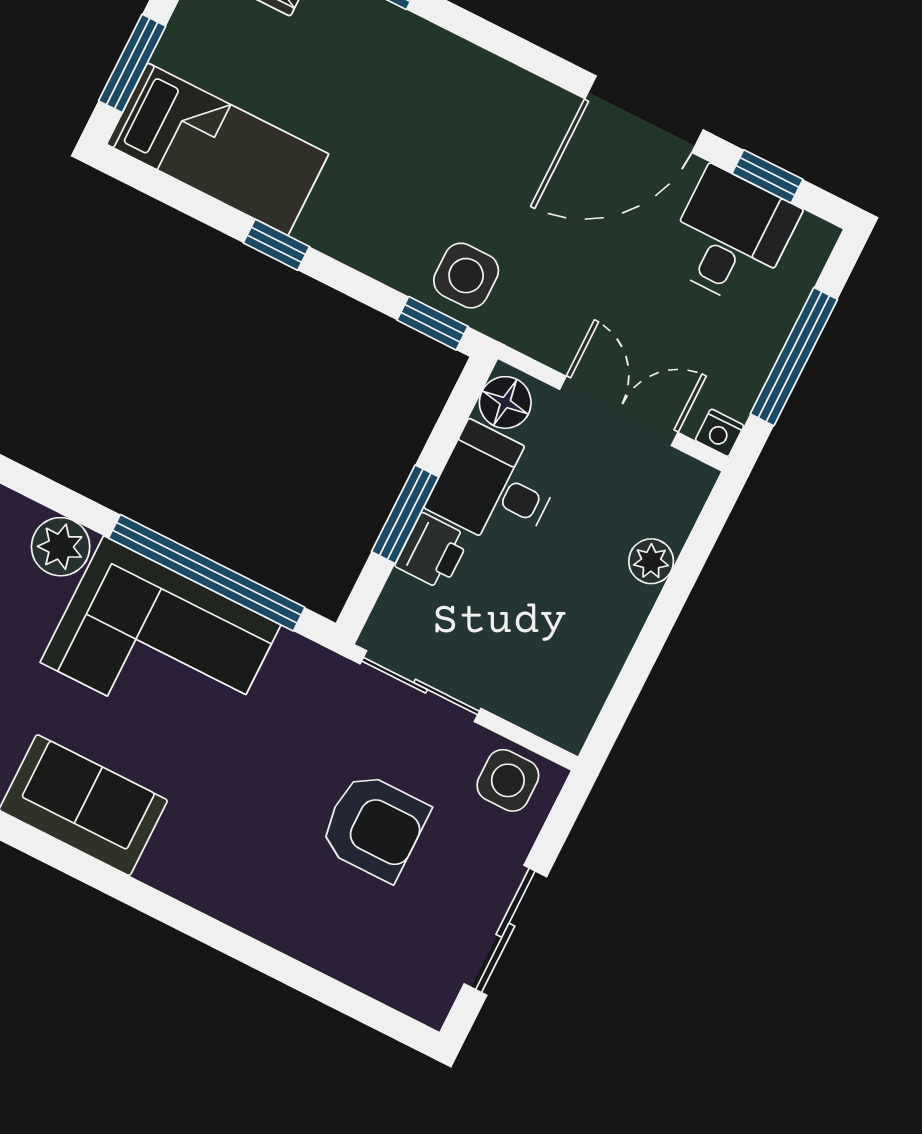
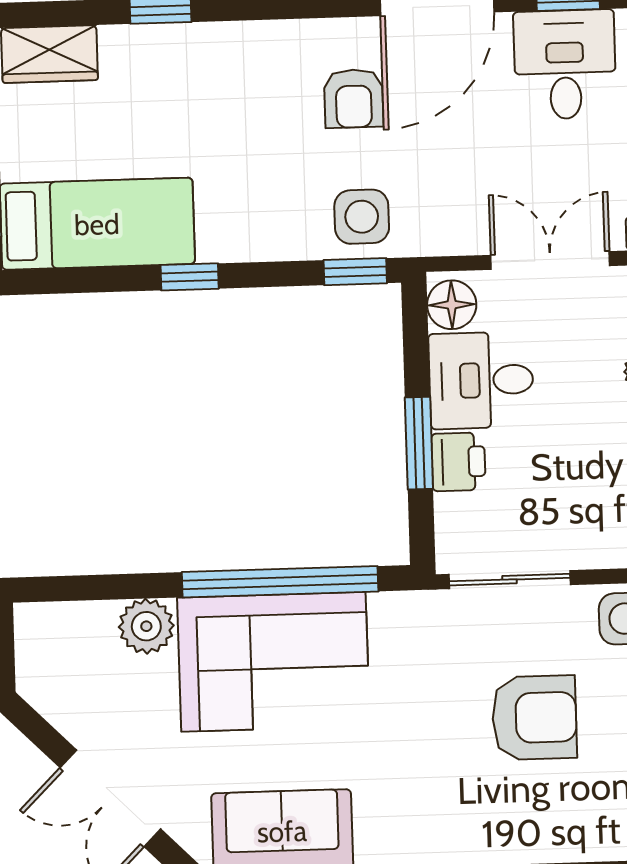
armchair: (518, 162) -> (354, 99), added

